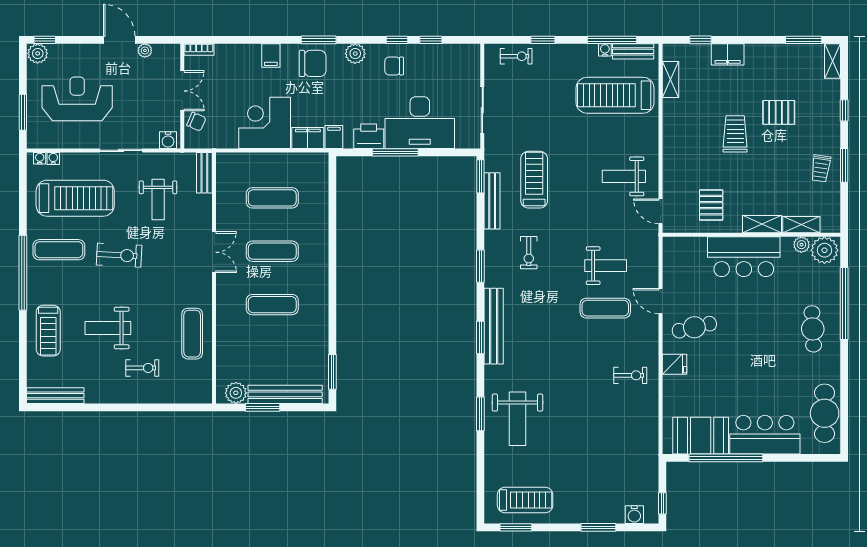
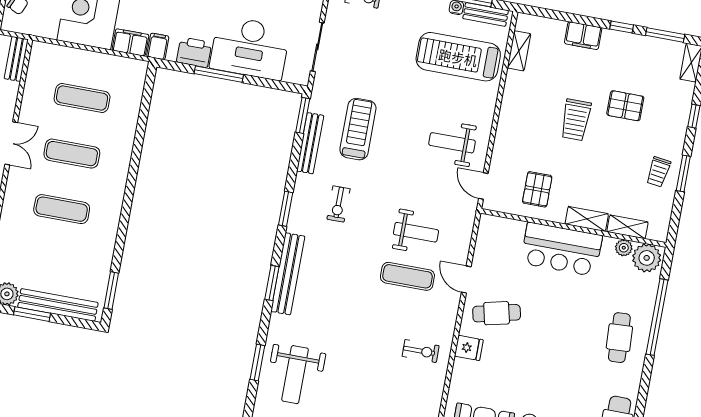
window: (700, 40) -> (622, 27), moved
trolley: (735, 134) -> (576, 120), turned 180

